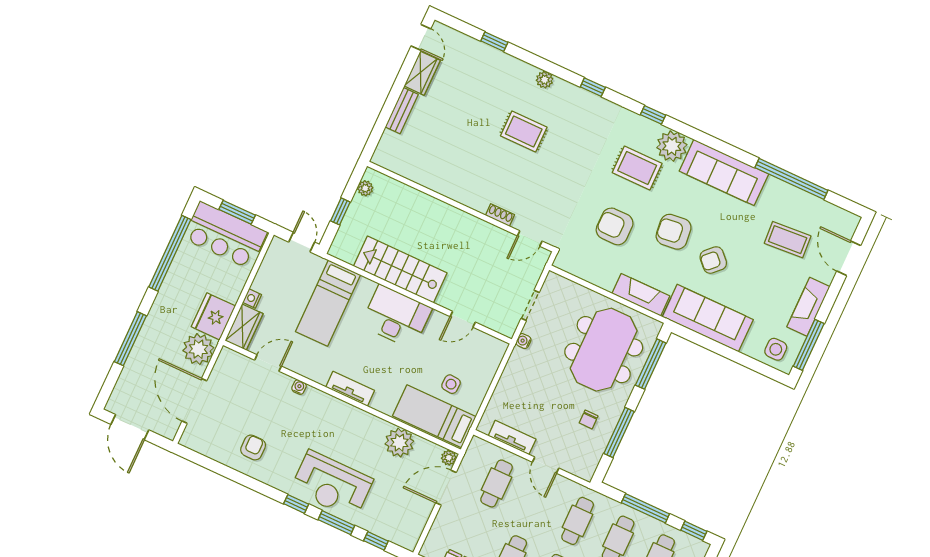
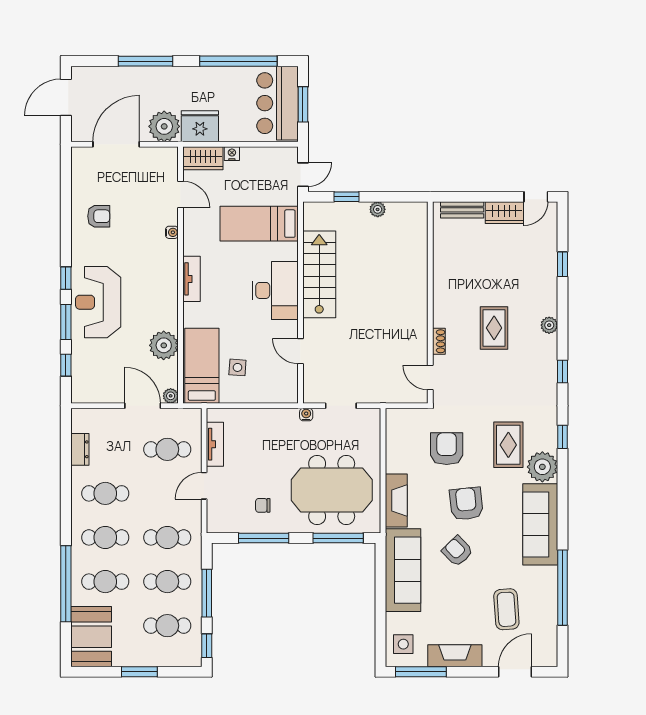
wall: (461, 207) -> (430, 303), moved
shoe rack: (500, 215) -> (439, 341), moved
door: (530, 238) -> (430, 378), moved

